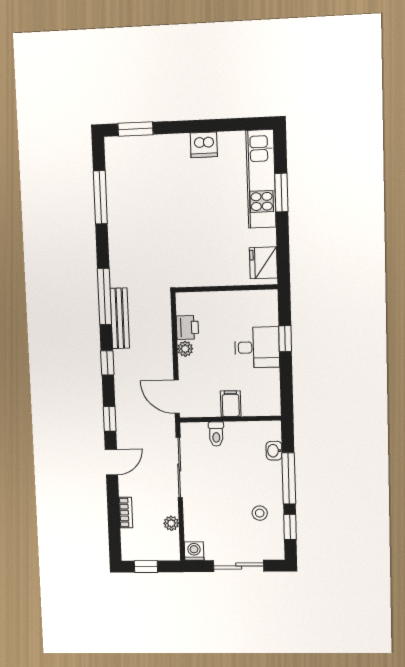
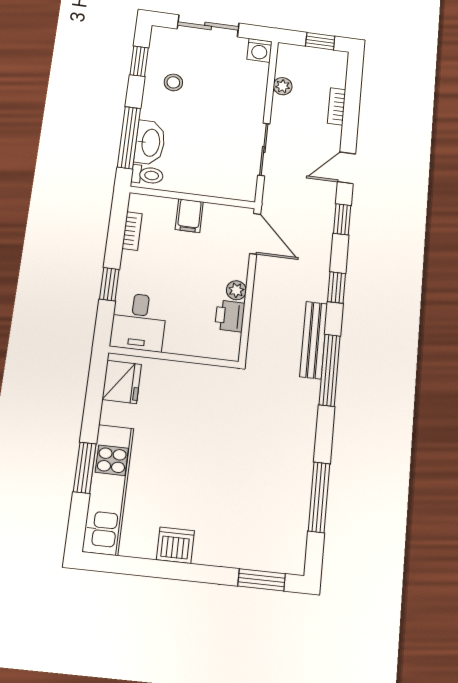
desk: (257, 347) -> (139, 322), moved, turned -90
bookcase: (274, 384) -> (132, 231), added
toilet: (216, 434) -> (147, 175), moved, turned 90
washbasin: (274, 451) -> (150, 143), width x1.91, depth x1.45
sliding door: (179, 467) -> (264, 149), width x0.73
window: (289, 478) -> (129, 138), moved

